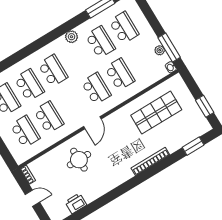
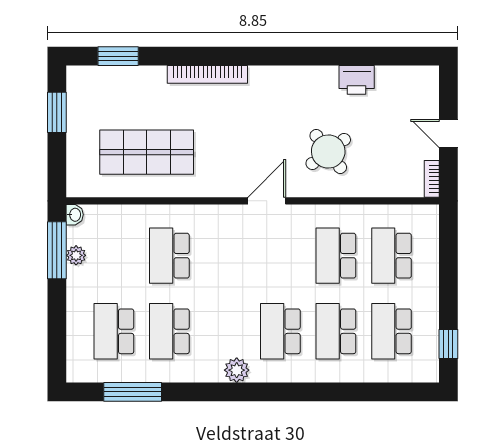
plant: (72, 37) -> (237, 370), moved
school desk: (96, 89) -> (225, 256), removed
round table: (79, 160) -> (328, 152), turned -37
printer: (76, 203) -> (357, 80), moved

